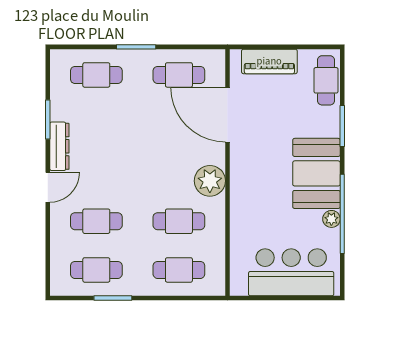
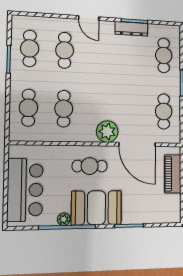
cafe table: (326, 80) -> (90, 166), moved
door: (227, 115) -> (137, 144), swing flipped
dresser: (59, 146) -> (131, 29), moved
plant: (210, 181) -> (107, 132), moved

